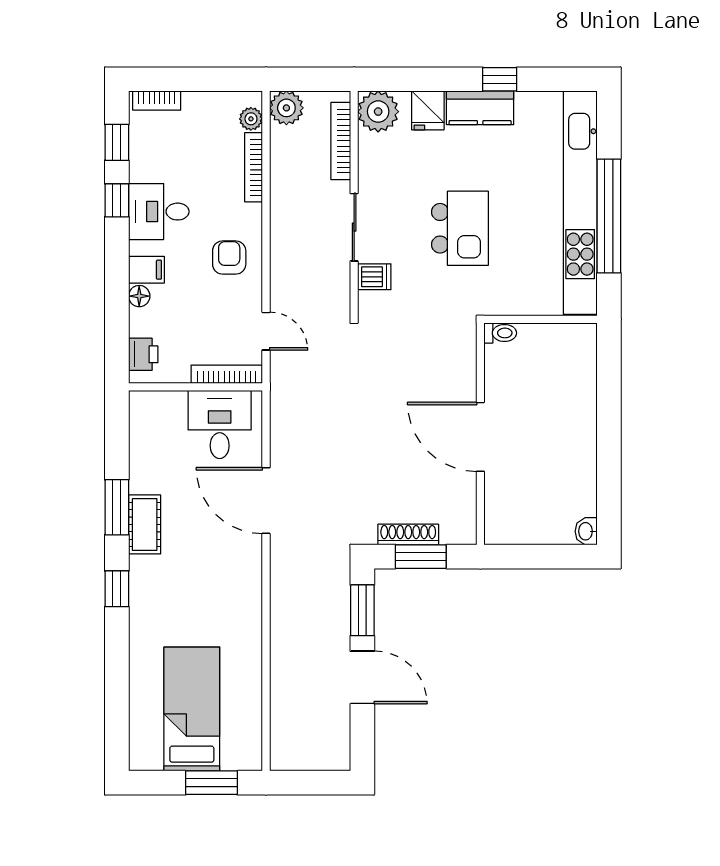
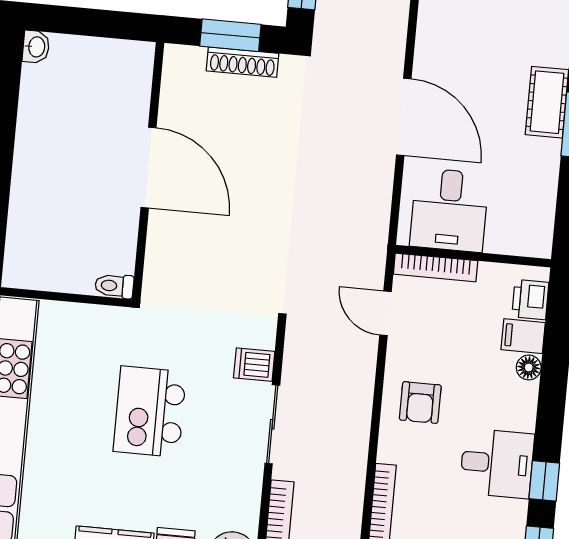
filing cabinet: (146, 270) -> (523, 336), moved

